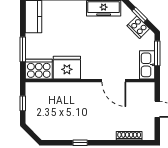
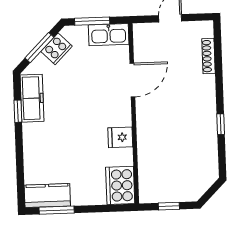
window: (140, 15) -> (39, 48), width x1.50
window: (23, 49) -> (57, 210), moved
fridge: (67, 68) -> (120, 137), width x0.53, depth x0.75

